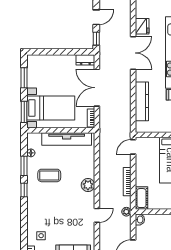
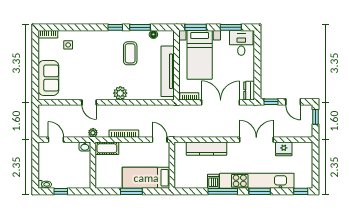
double door: (133, 53) -> (256, 140), swing flipped
desk: (39, 68) -> (241, 43), added

